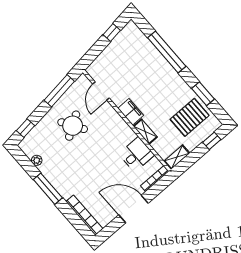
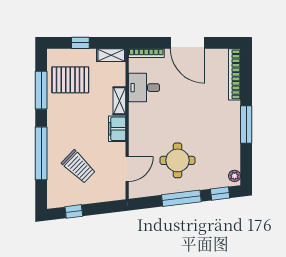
trolley: (134, 65) -> (79, 167), added
window: (59, 91) -> (181, 198), moved
window: (203, 94) -> (41, 90), width x1.44
round table: (73, 126) -> (177, 160), turned 32
window: (212, 141) -> (80, 43), moved
plant: (37, 160) -> (235, 176), moved

